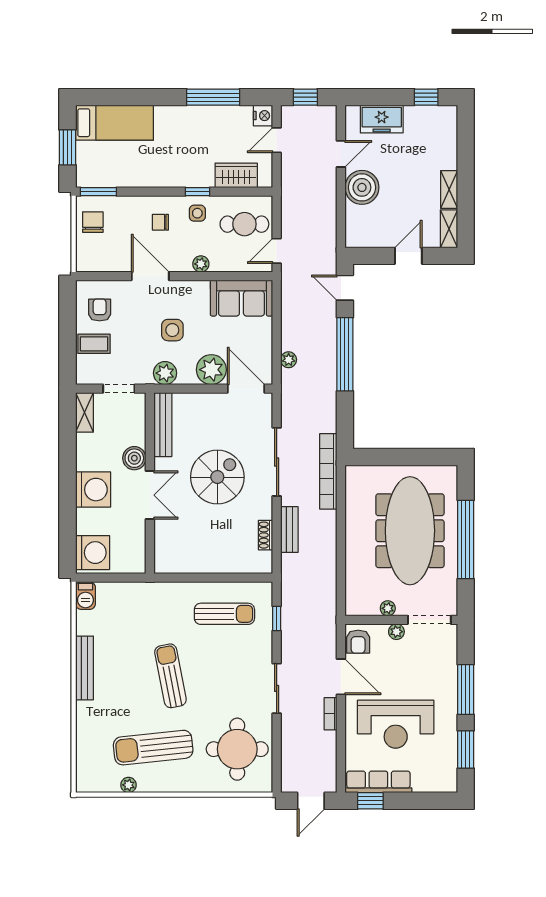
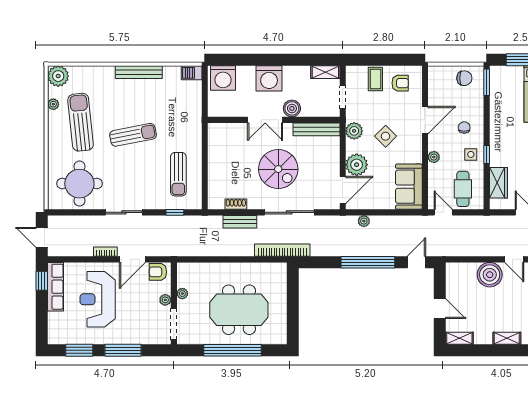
shelving: (449, 190) -> (507, 338), moved
side table: (172, 330) -> (386, 136), turned 45
meeting table: (410, 531) -> (239, 310), width x0.73
plant: (90, 778) -> (58, 76), added

